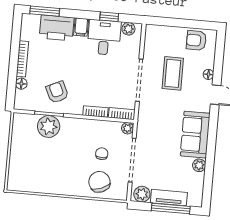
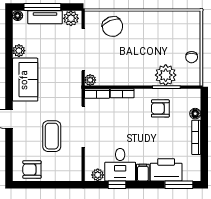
armchair: (196, 40) -> (32, 169), turned 180
floor lamp: (208, 74) -> (18, 16), moved
armchair: (57, 92) -> (160, 108), turned 115
chair: (102, 154) -> (192, 57), moved

